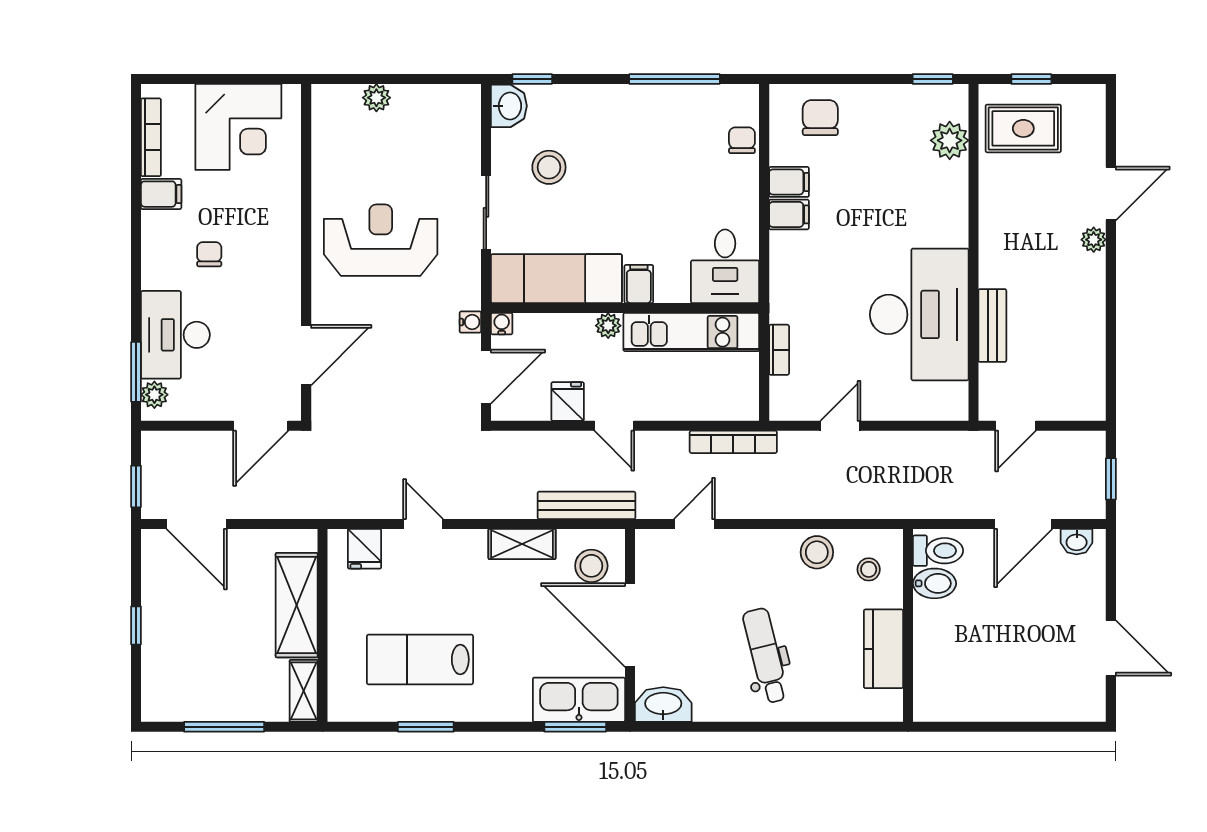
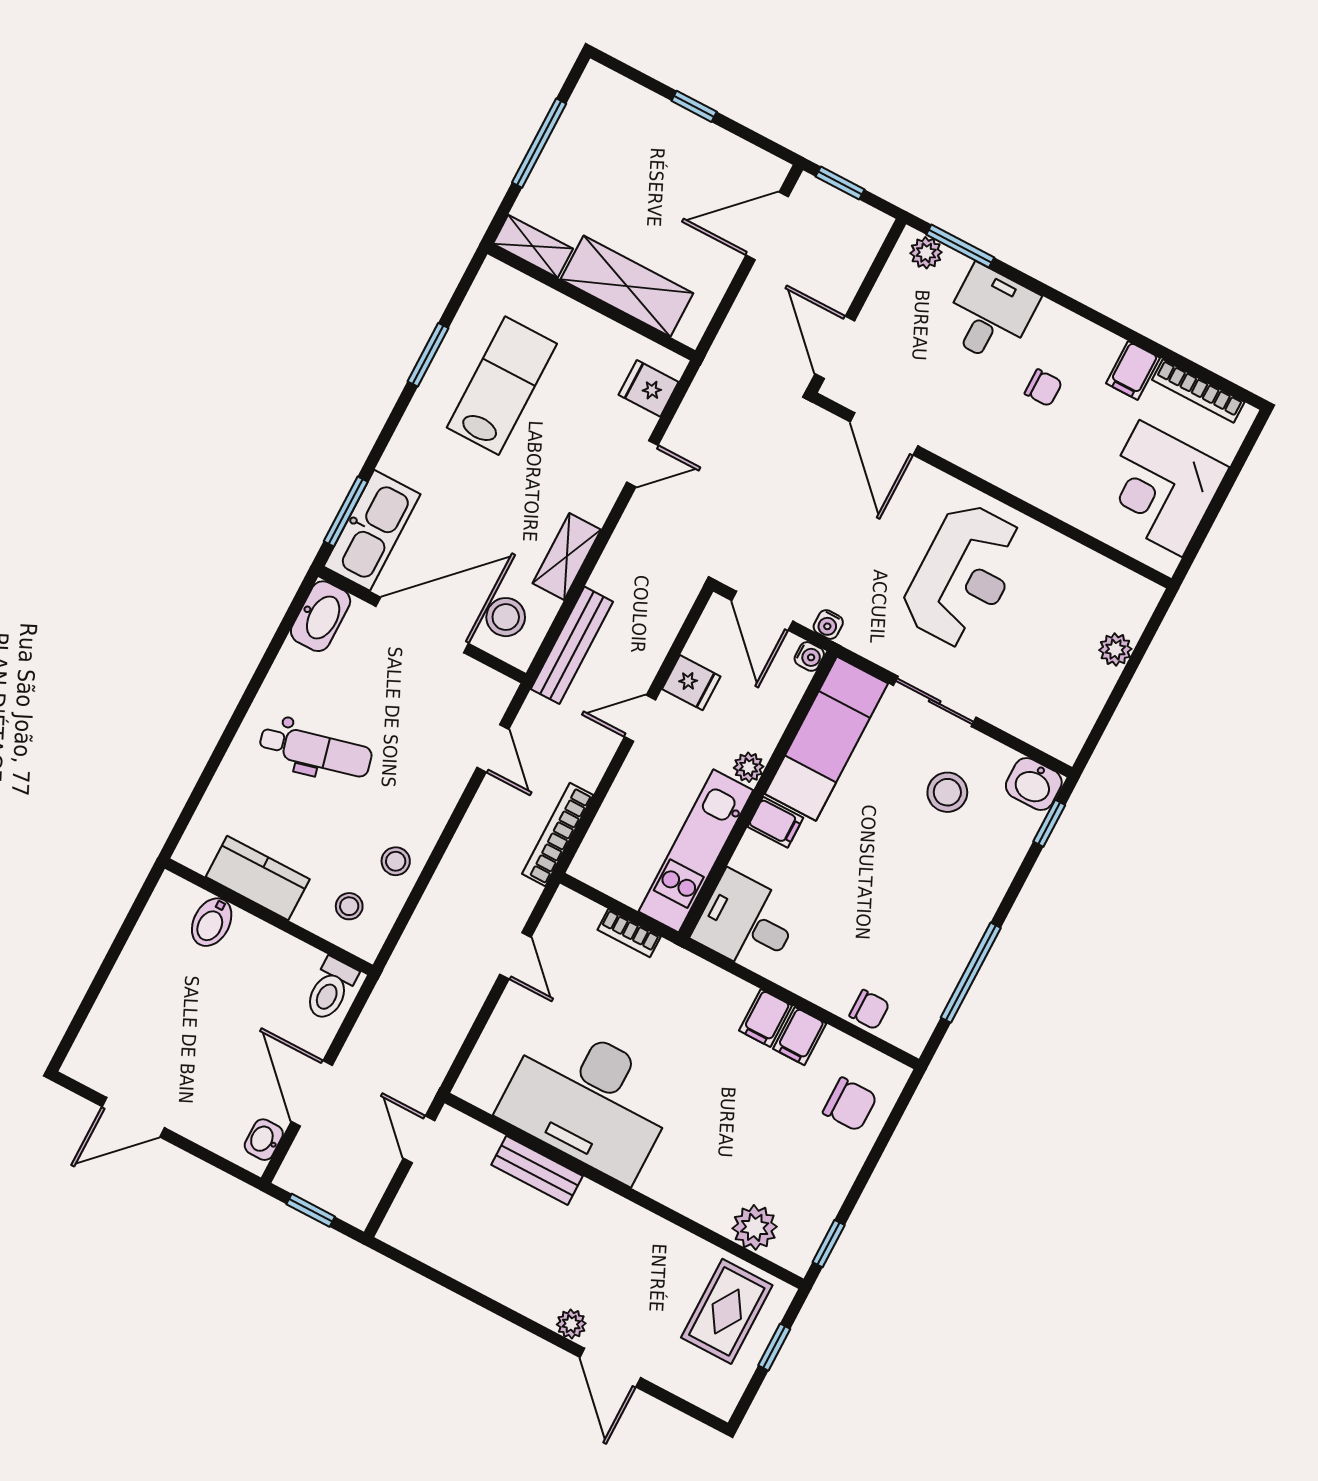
desk: (175, 335) -> (990, 314), width x0.73
stool: (817, 552) -> (396, 861), width x0.73, depth x0.73
bidet: (934, 583) -> (212, 922), moved

